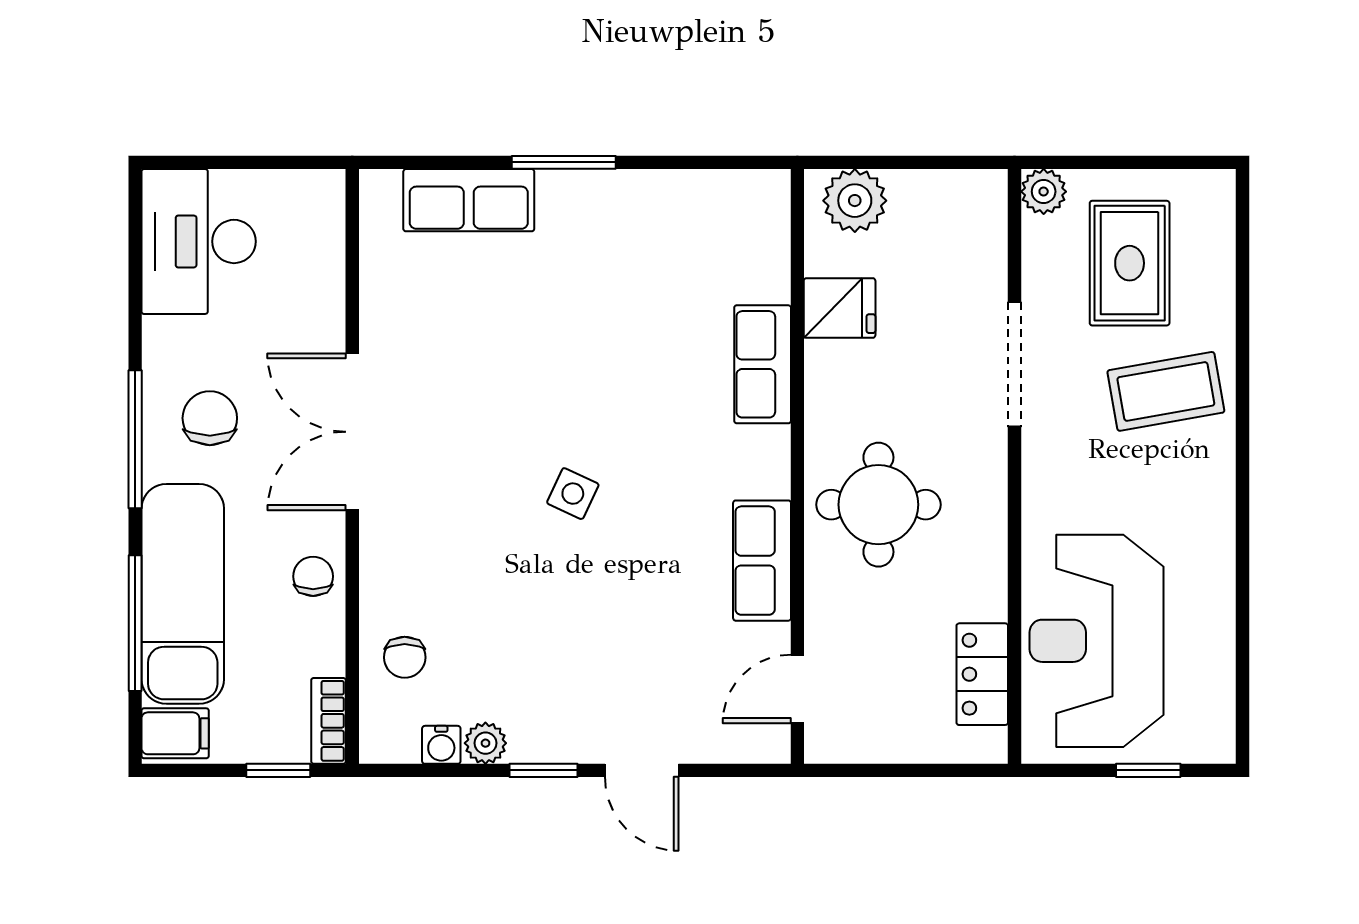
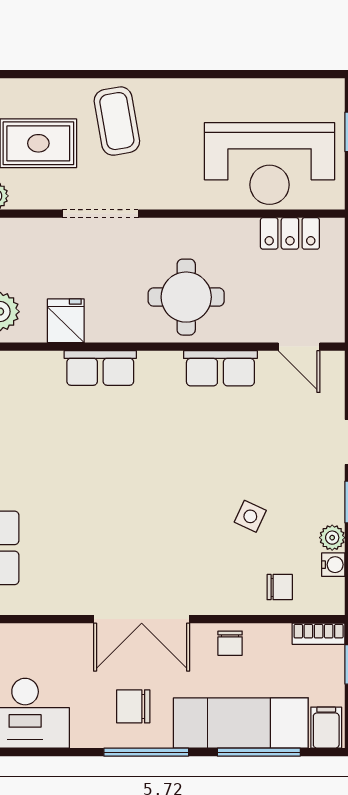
side table: (573, 494) -> (250, 516), moved
chair: (313, 576) -> (230, 643), turned -90

